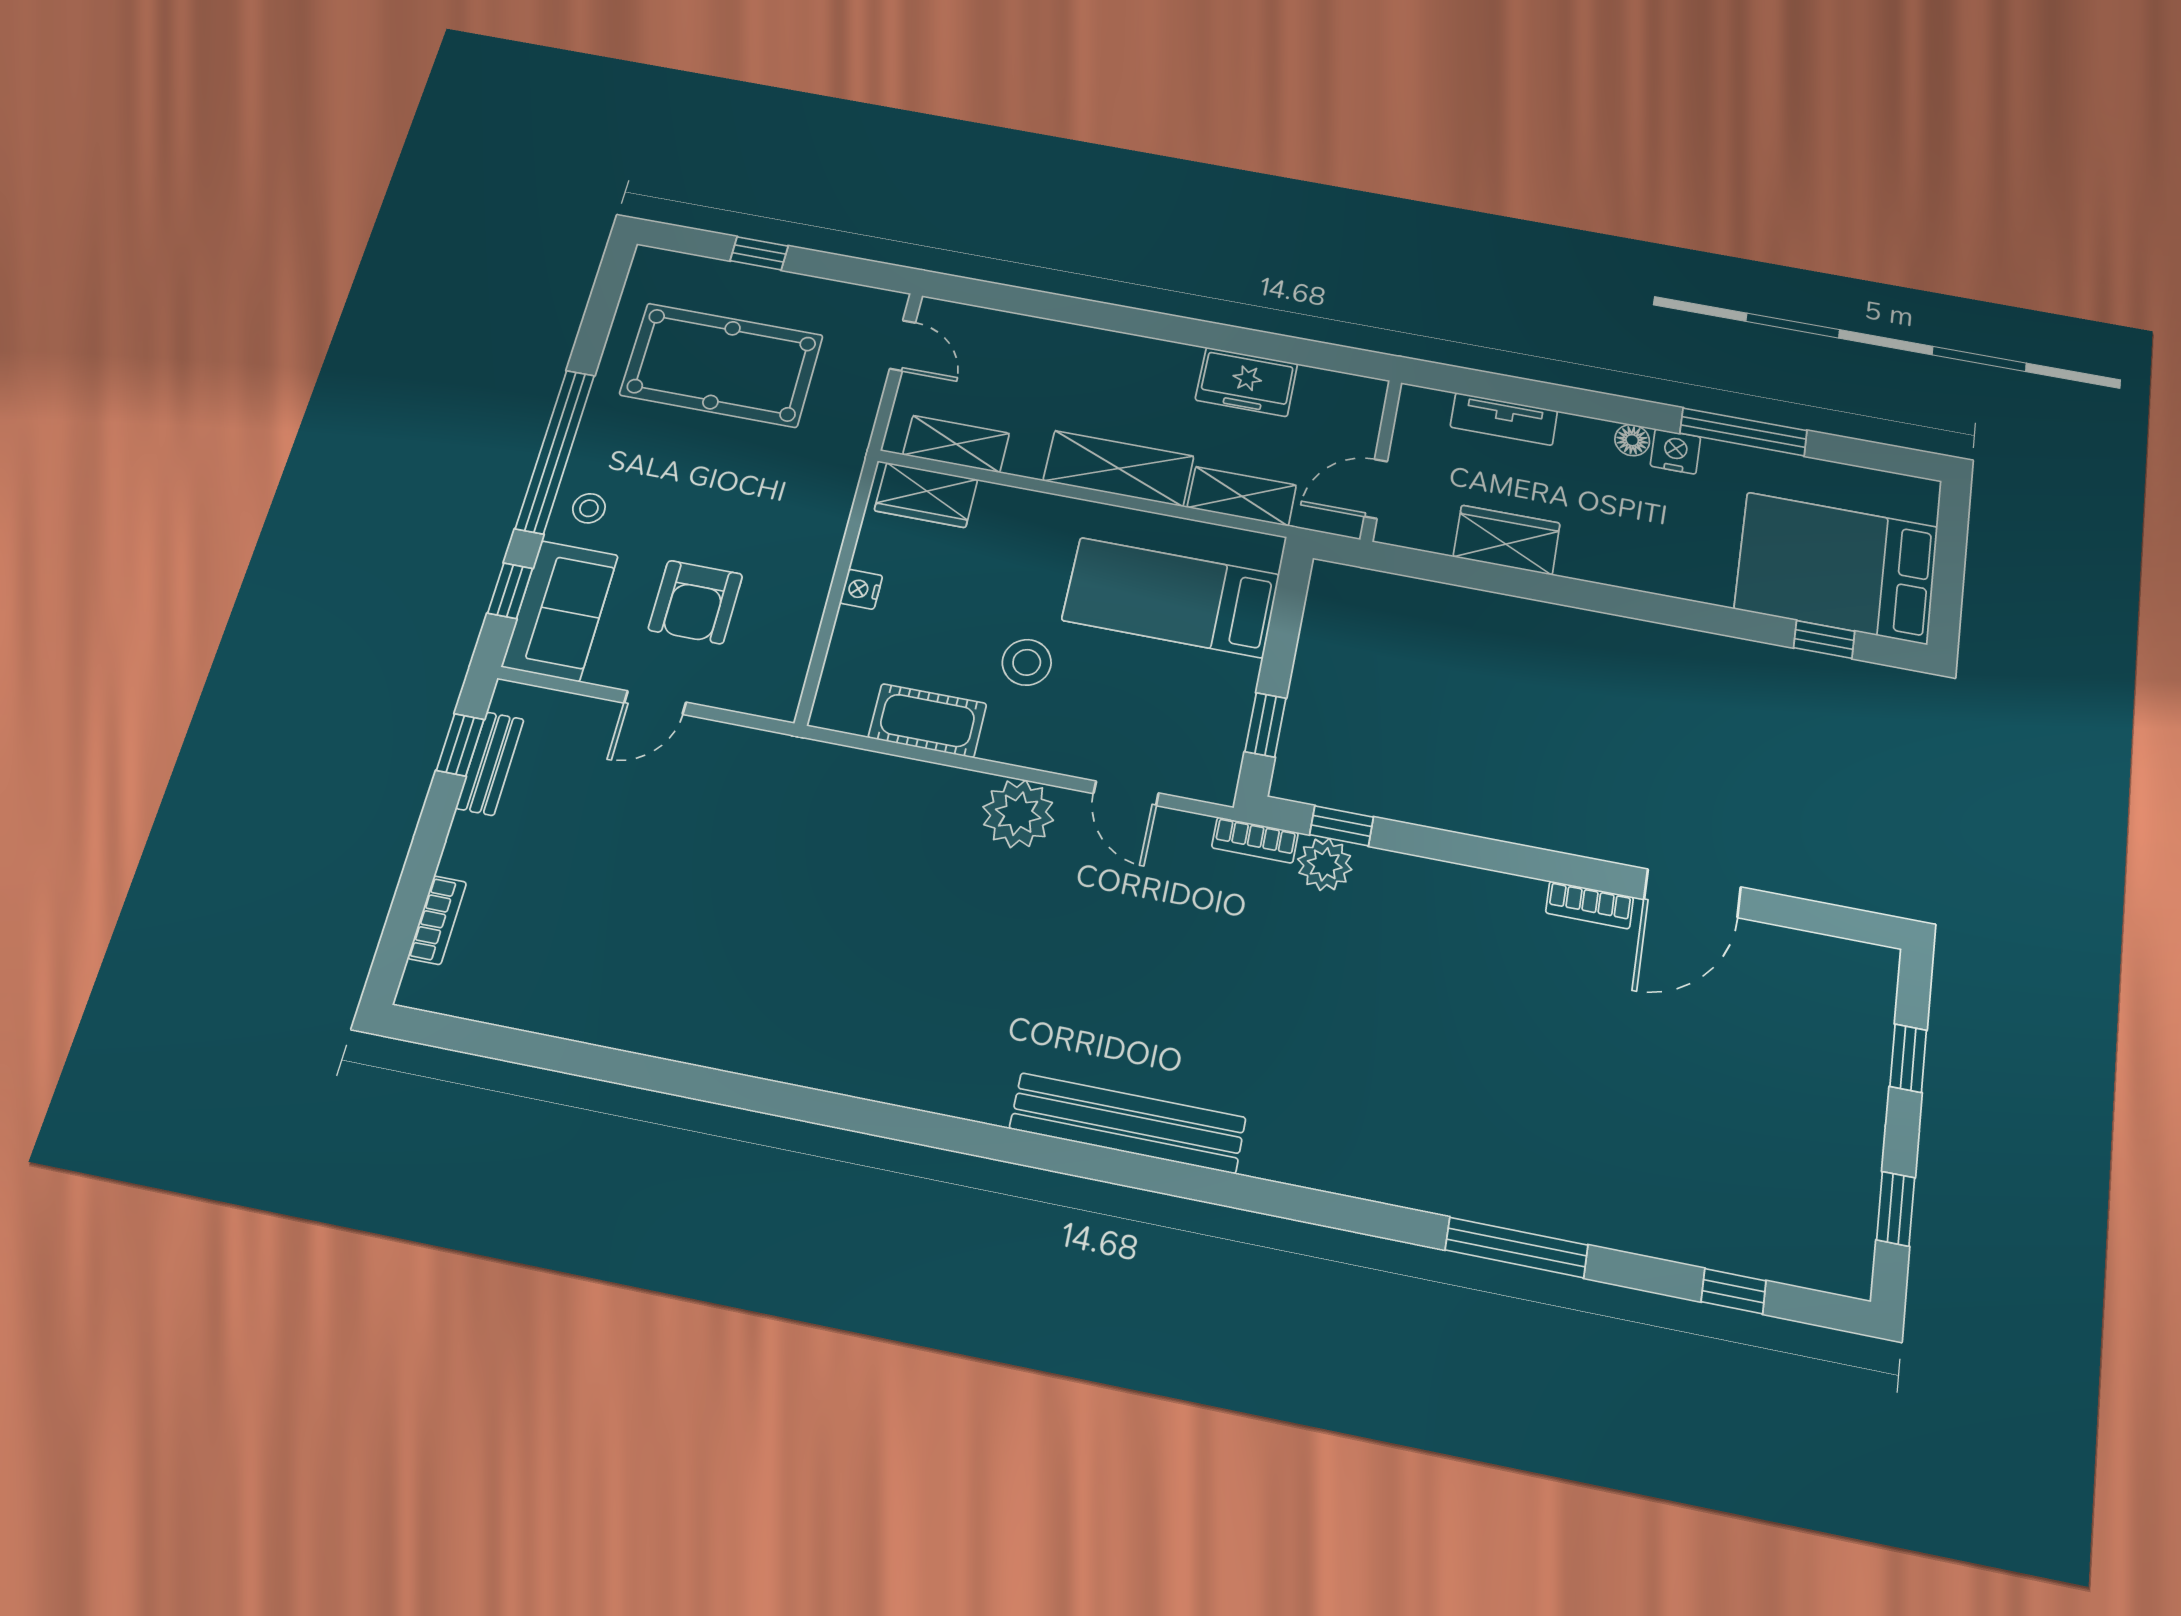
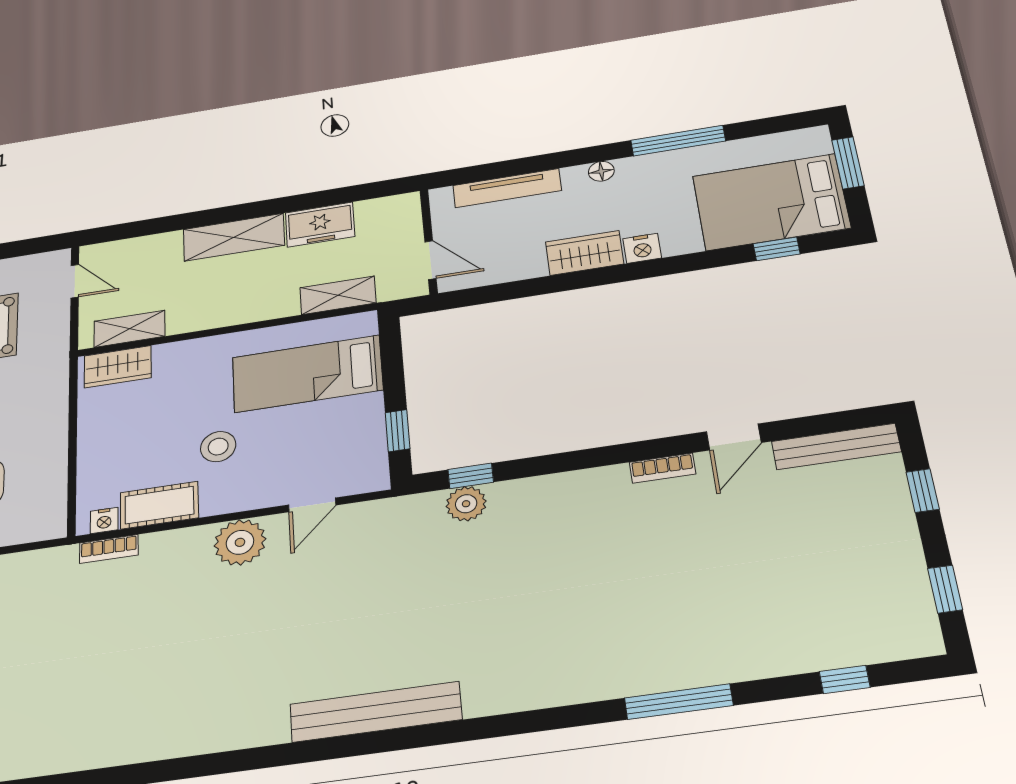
tv unit: (1504, 419) -> (507, 188), width x1.41
nightstand: (1675, 451) -> (642, 248), moved, turned 180
shelving: (1119, 468) -> (234, 237), moved
door: (1376, 489) -> (430, 260), swing flipped
wardrobe: (1507, 540) -> (585, 253), moved
window: (1951, 547) -> (848, 163), added
nightstand: (861, 589) -> (104, 520), moved, turned -90
door: (1126, 793) -> (312, 505), hinge flipped
bookcase: (1255, 840) -> (109, 549), moved
door: (1692, 893) -> (734, 437), width x0.73
bench: (1818, 955) -> (836, 447), added

